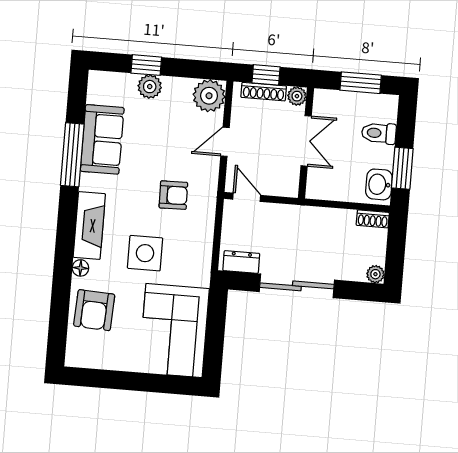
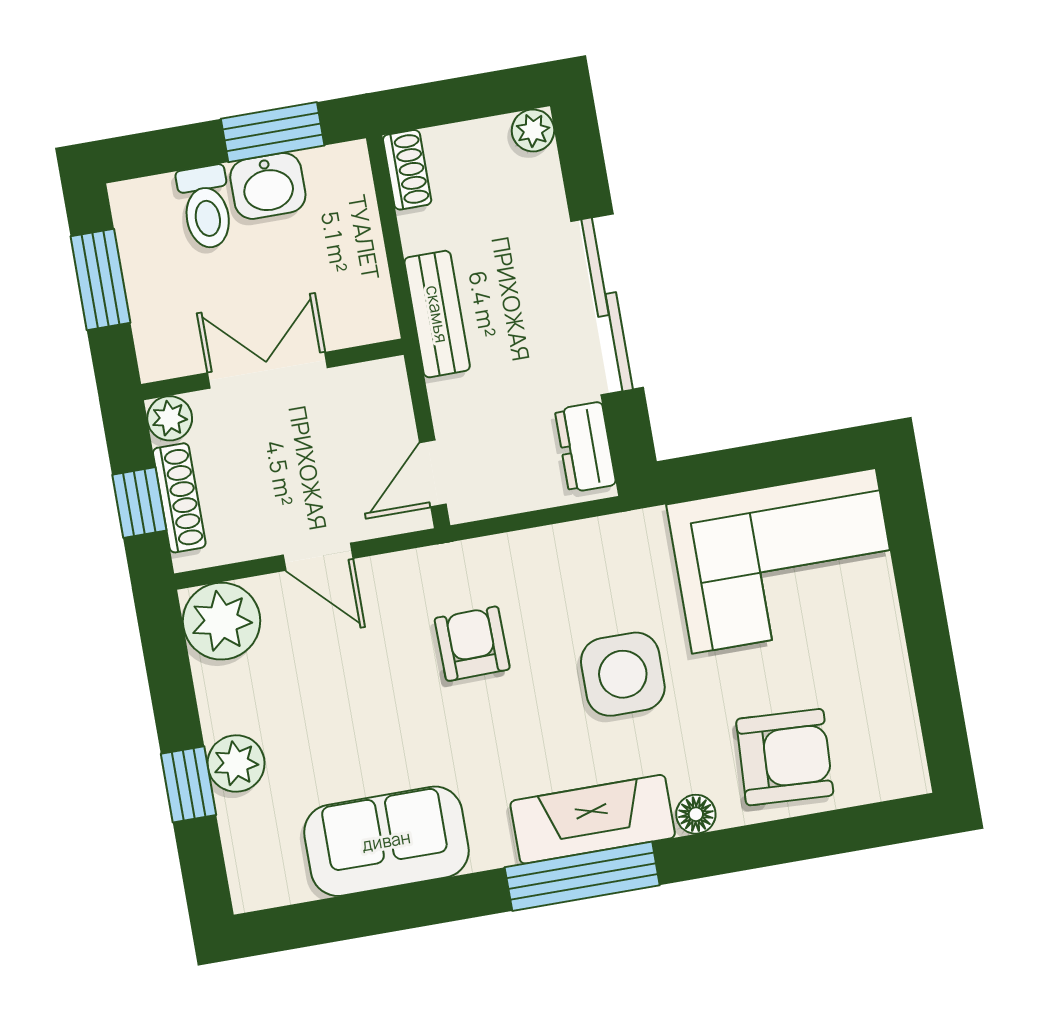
window: (72, 155) -> (582, 876), moved
washbasin: (379, 184) -> (268, 186), moved
bench: (311, 216) -> (437, 314), added

